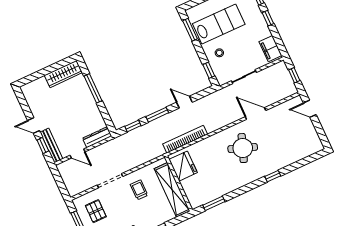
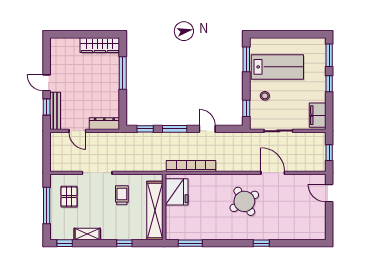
round table: (243, 148) -> (244, 201), turned 38

